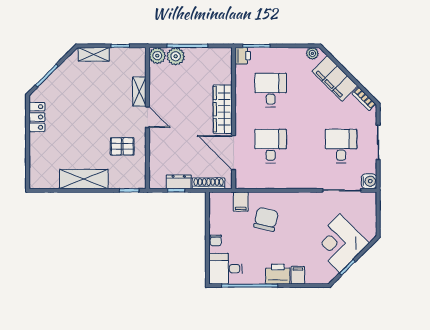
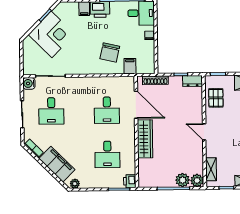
shelving: (139, 92) -> (211, 169), moved
pallet: (122, 146) -> (216, 98), moved, turned 90
dresser: (179, 182) -> (193, 81), moved

